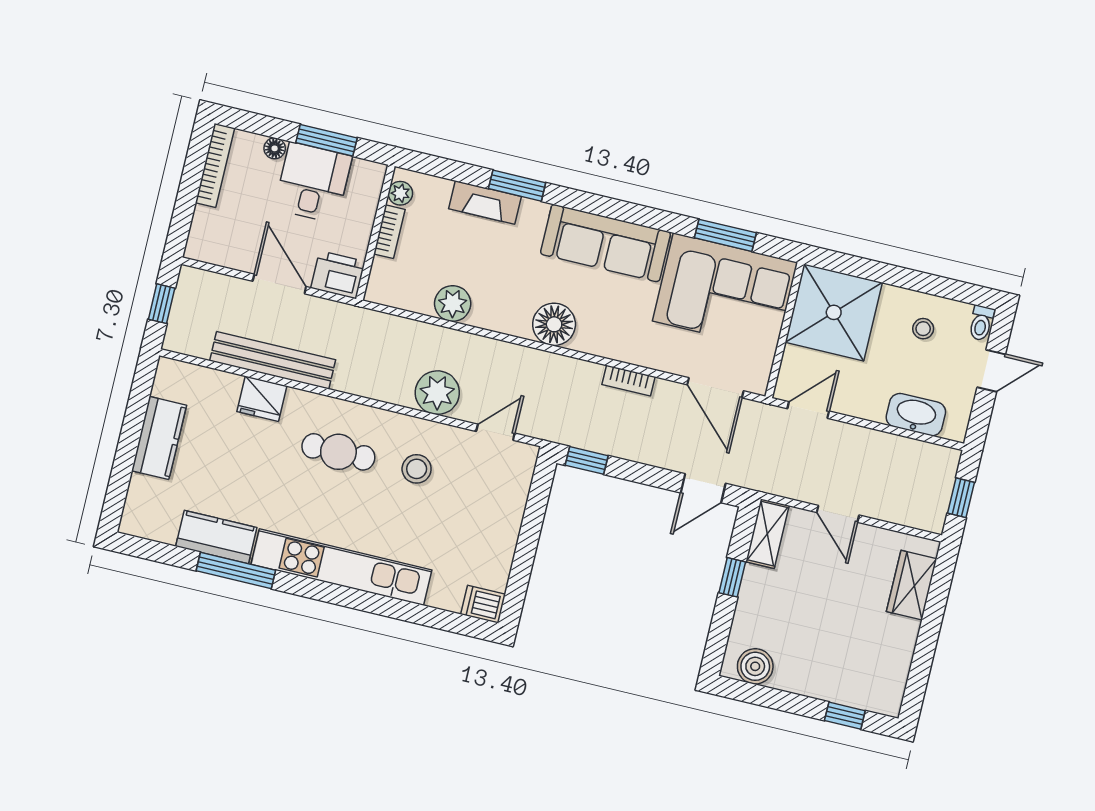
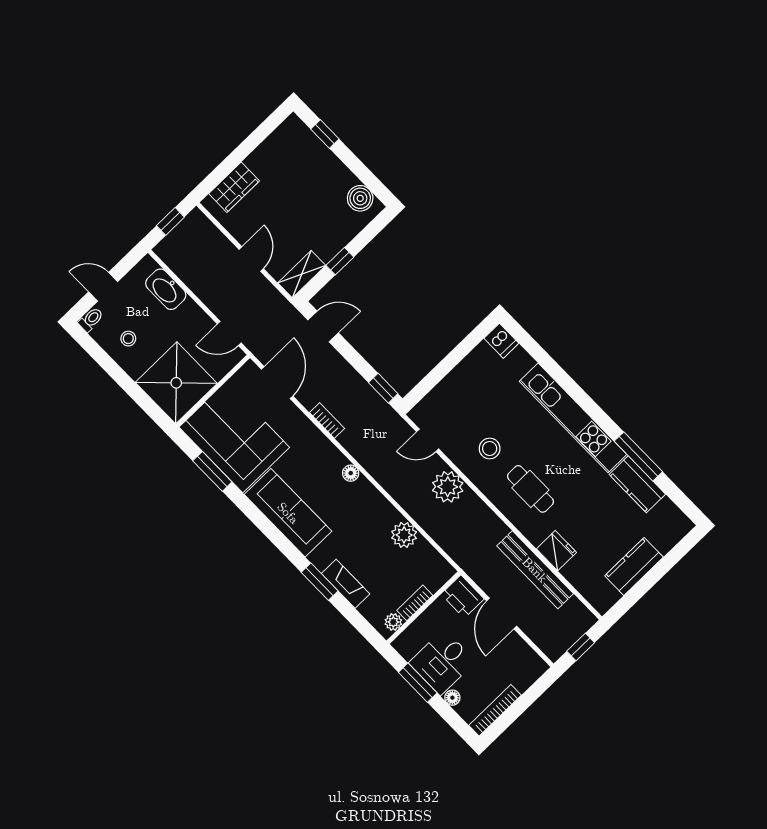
floor lamp: (554, 324) -> (351, 473), width x0.53, depth x0.53

